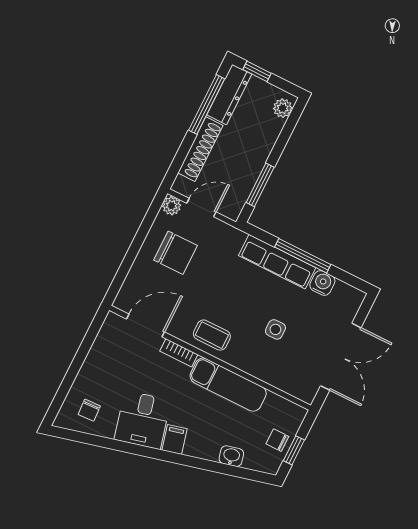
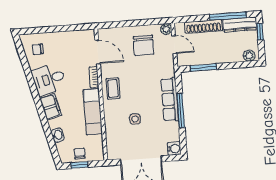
water cooler: (322, 283) -> (174, 149), moved
filing cabinet: (174, 439) -> (51, 107), width x2.00

